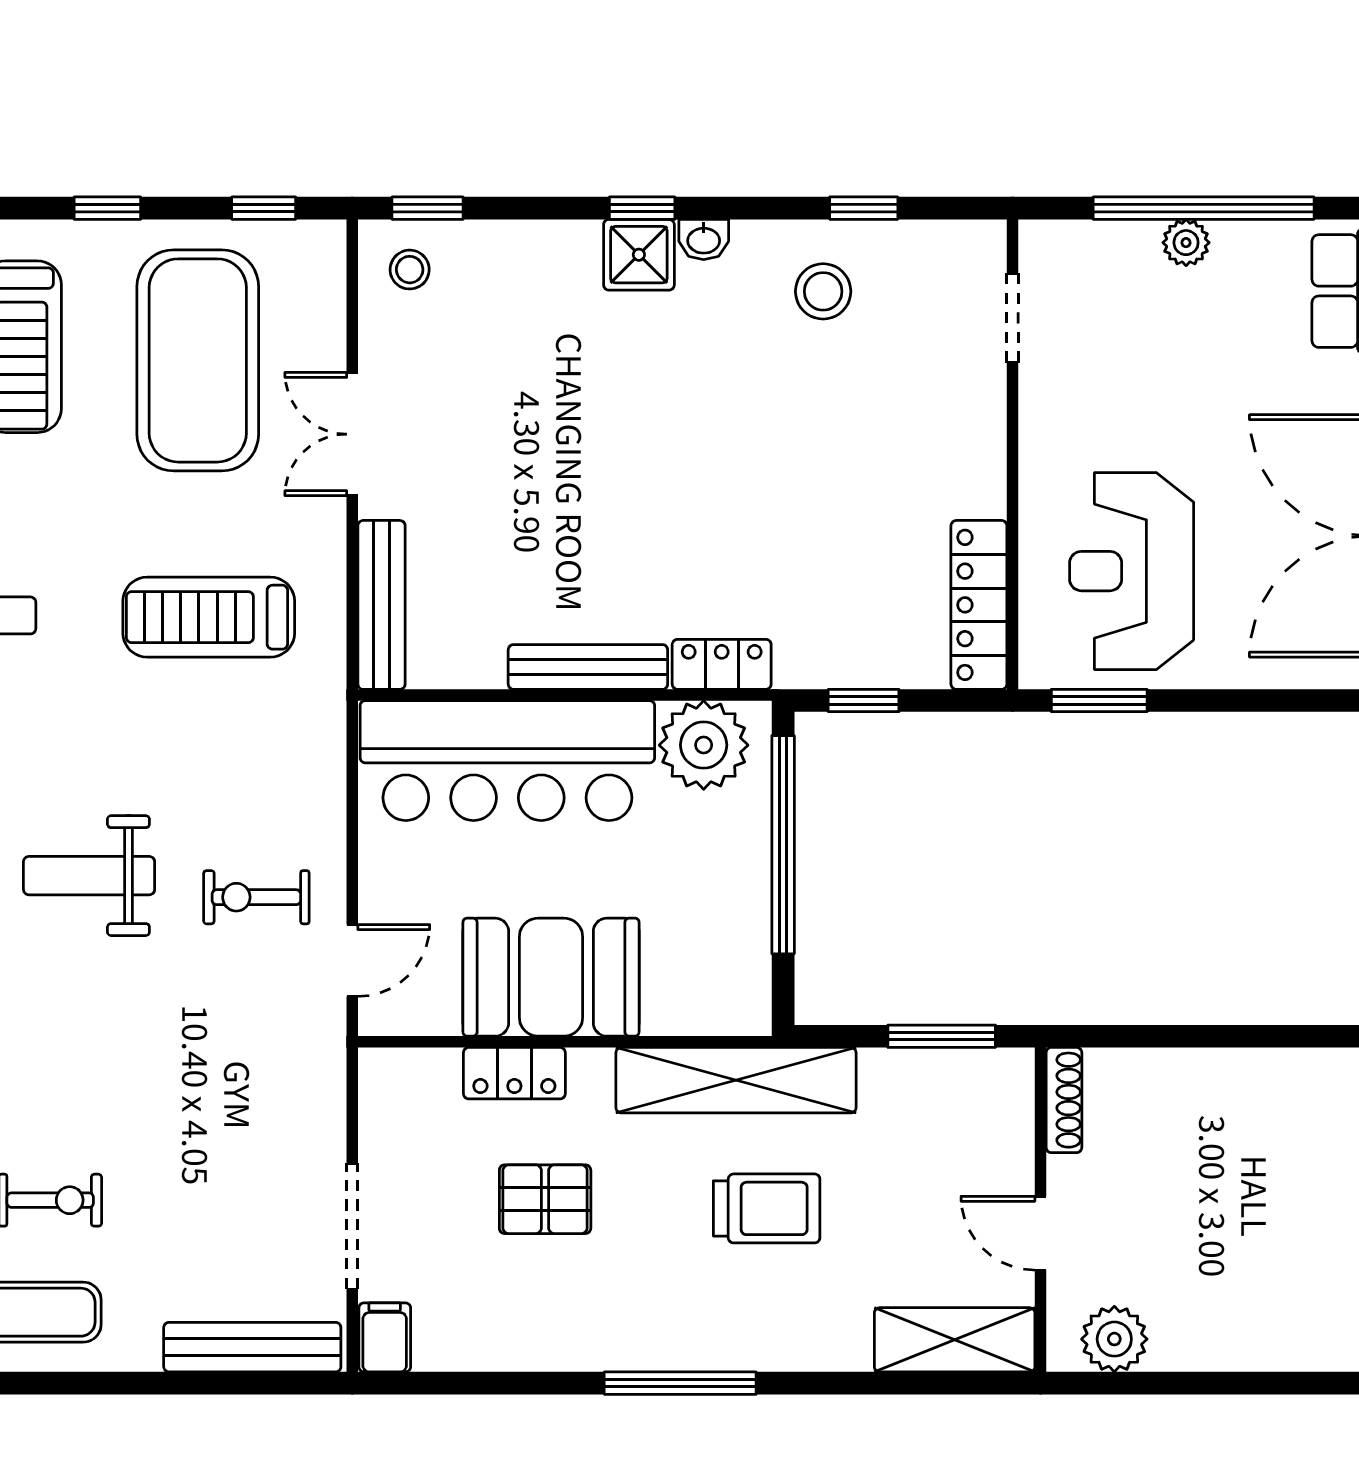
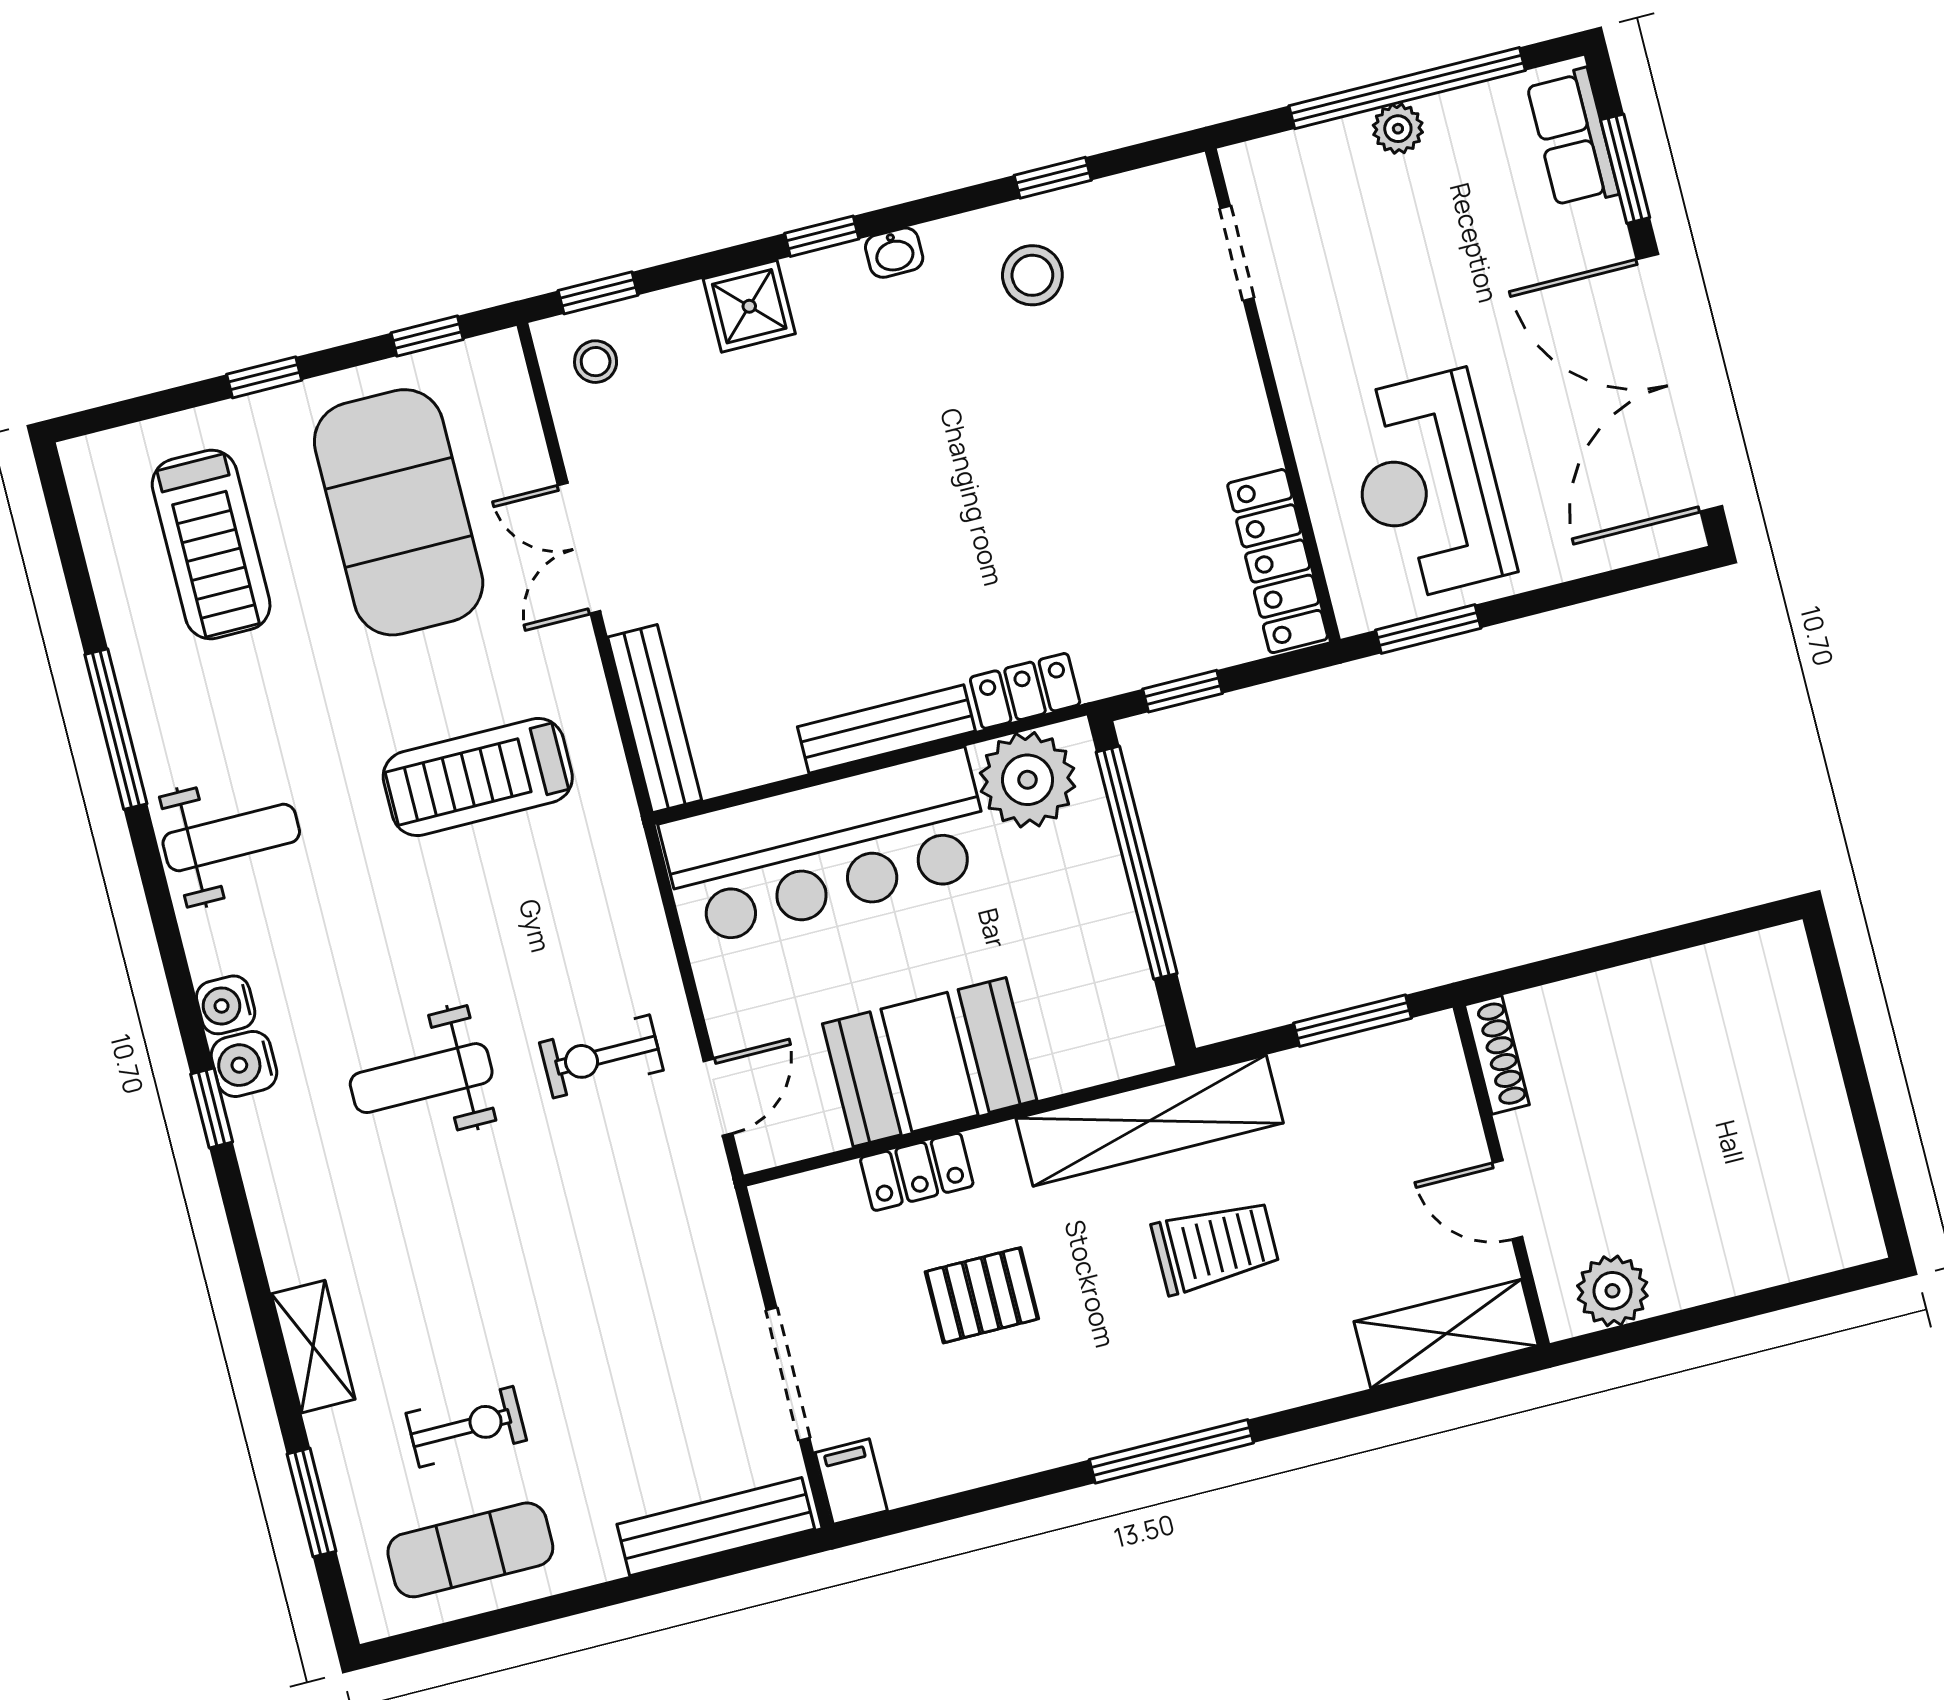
shower: (639, 255) -> (749, 306), moved

